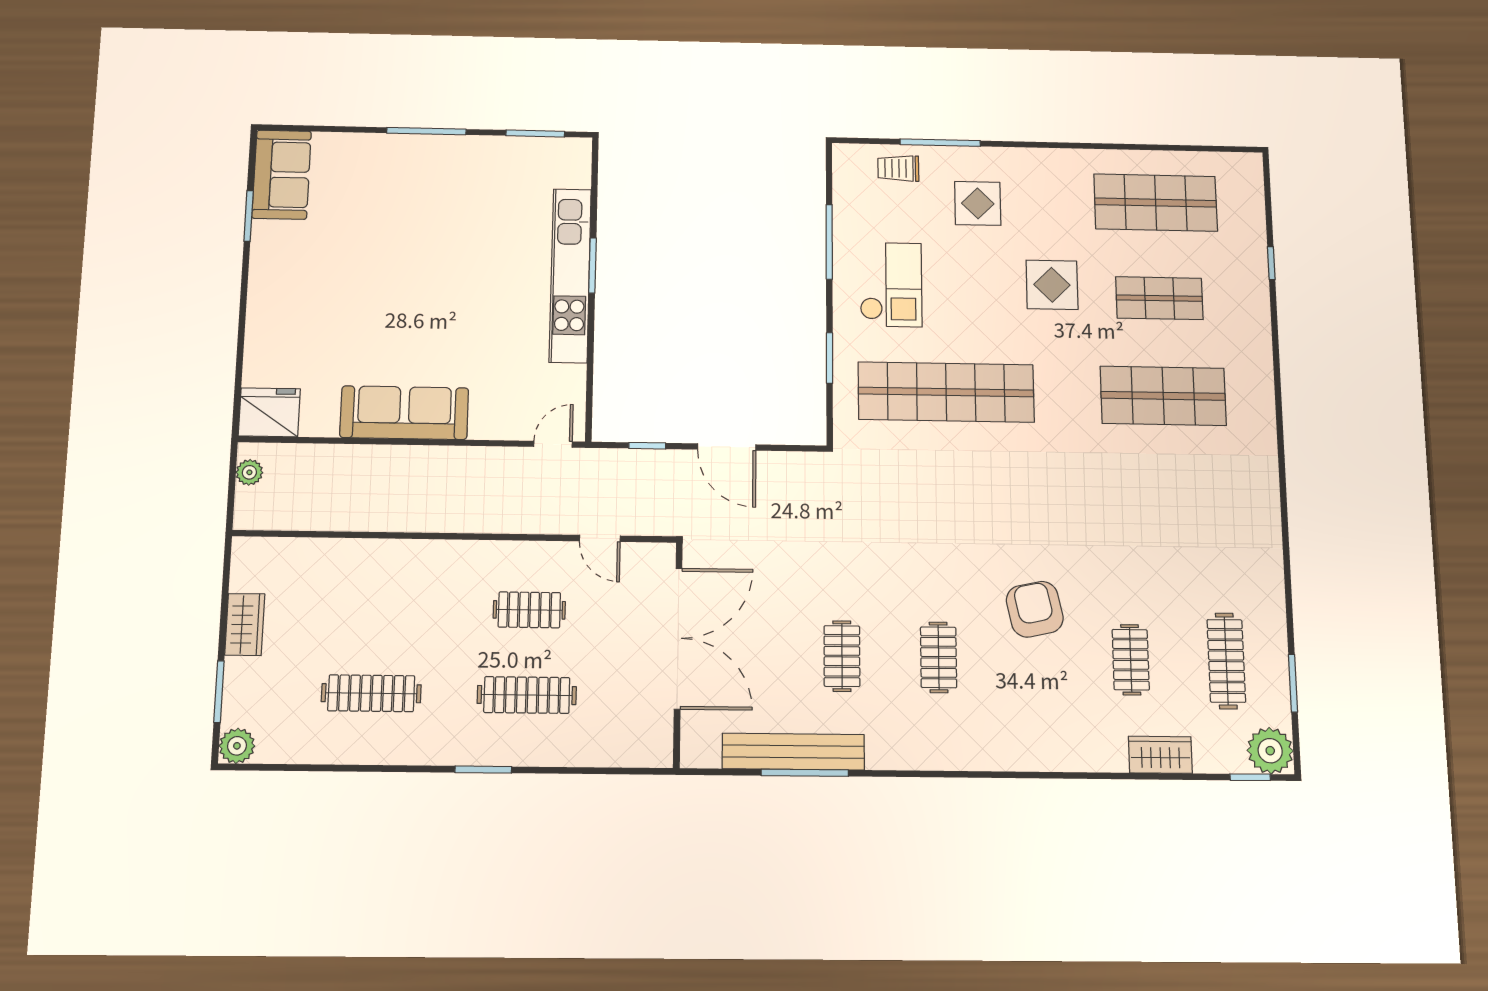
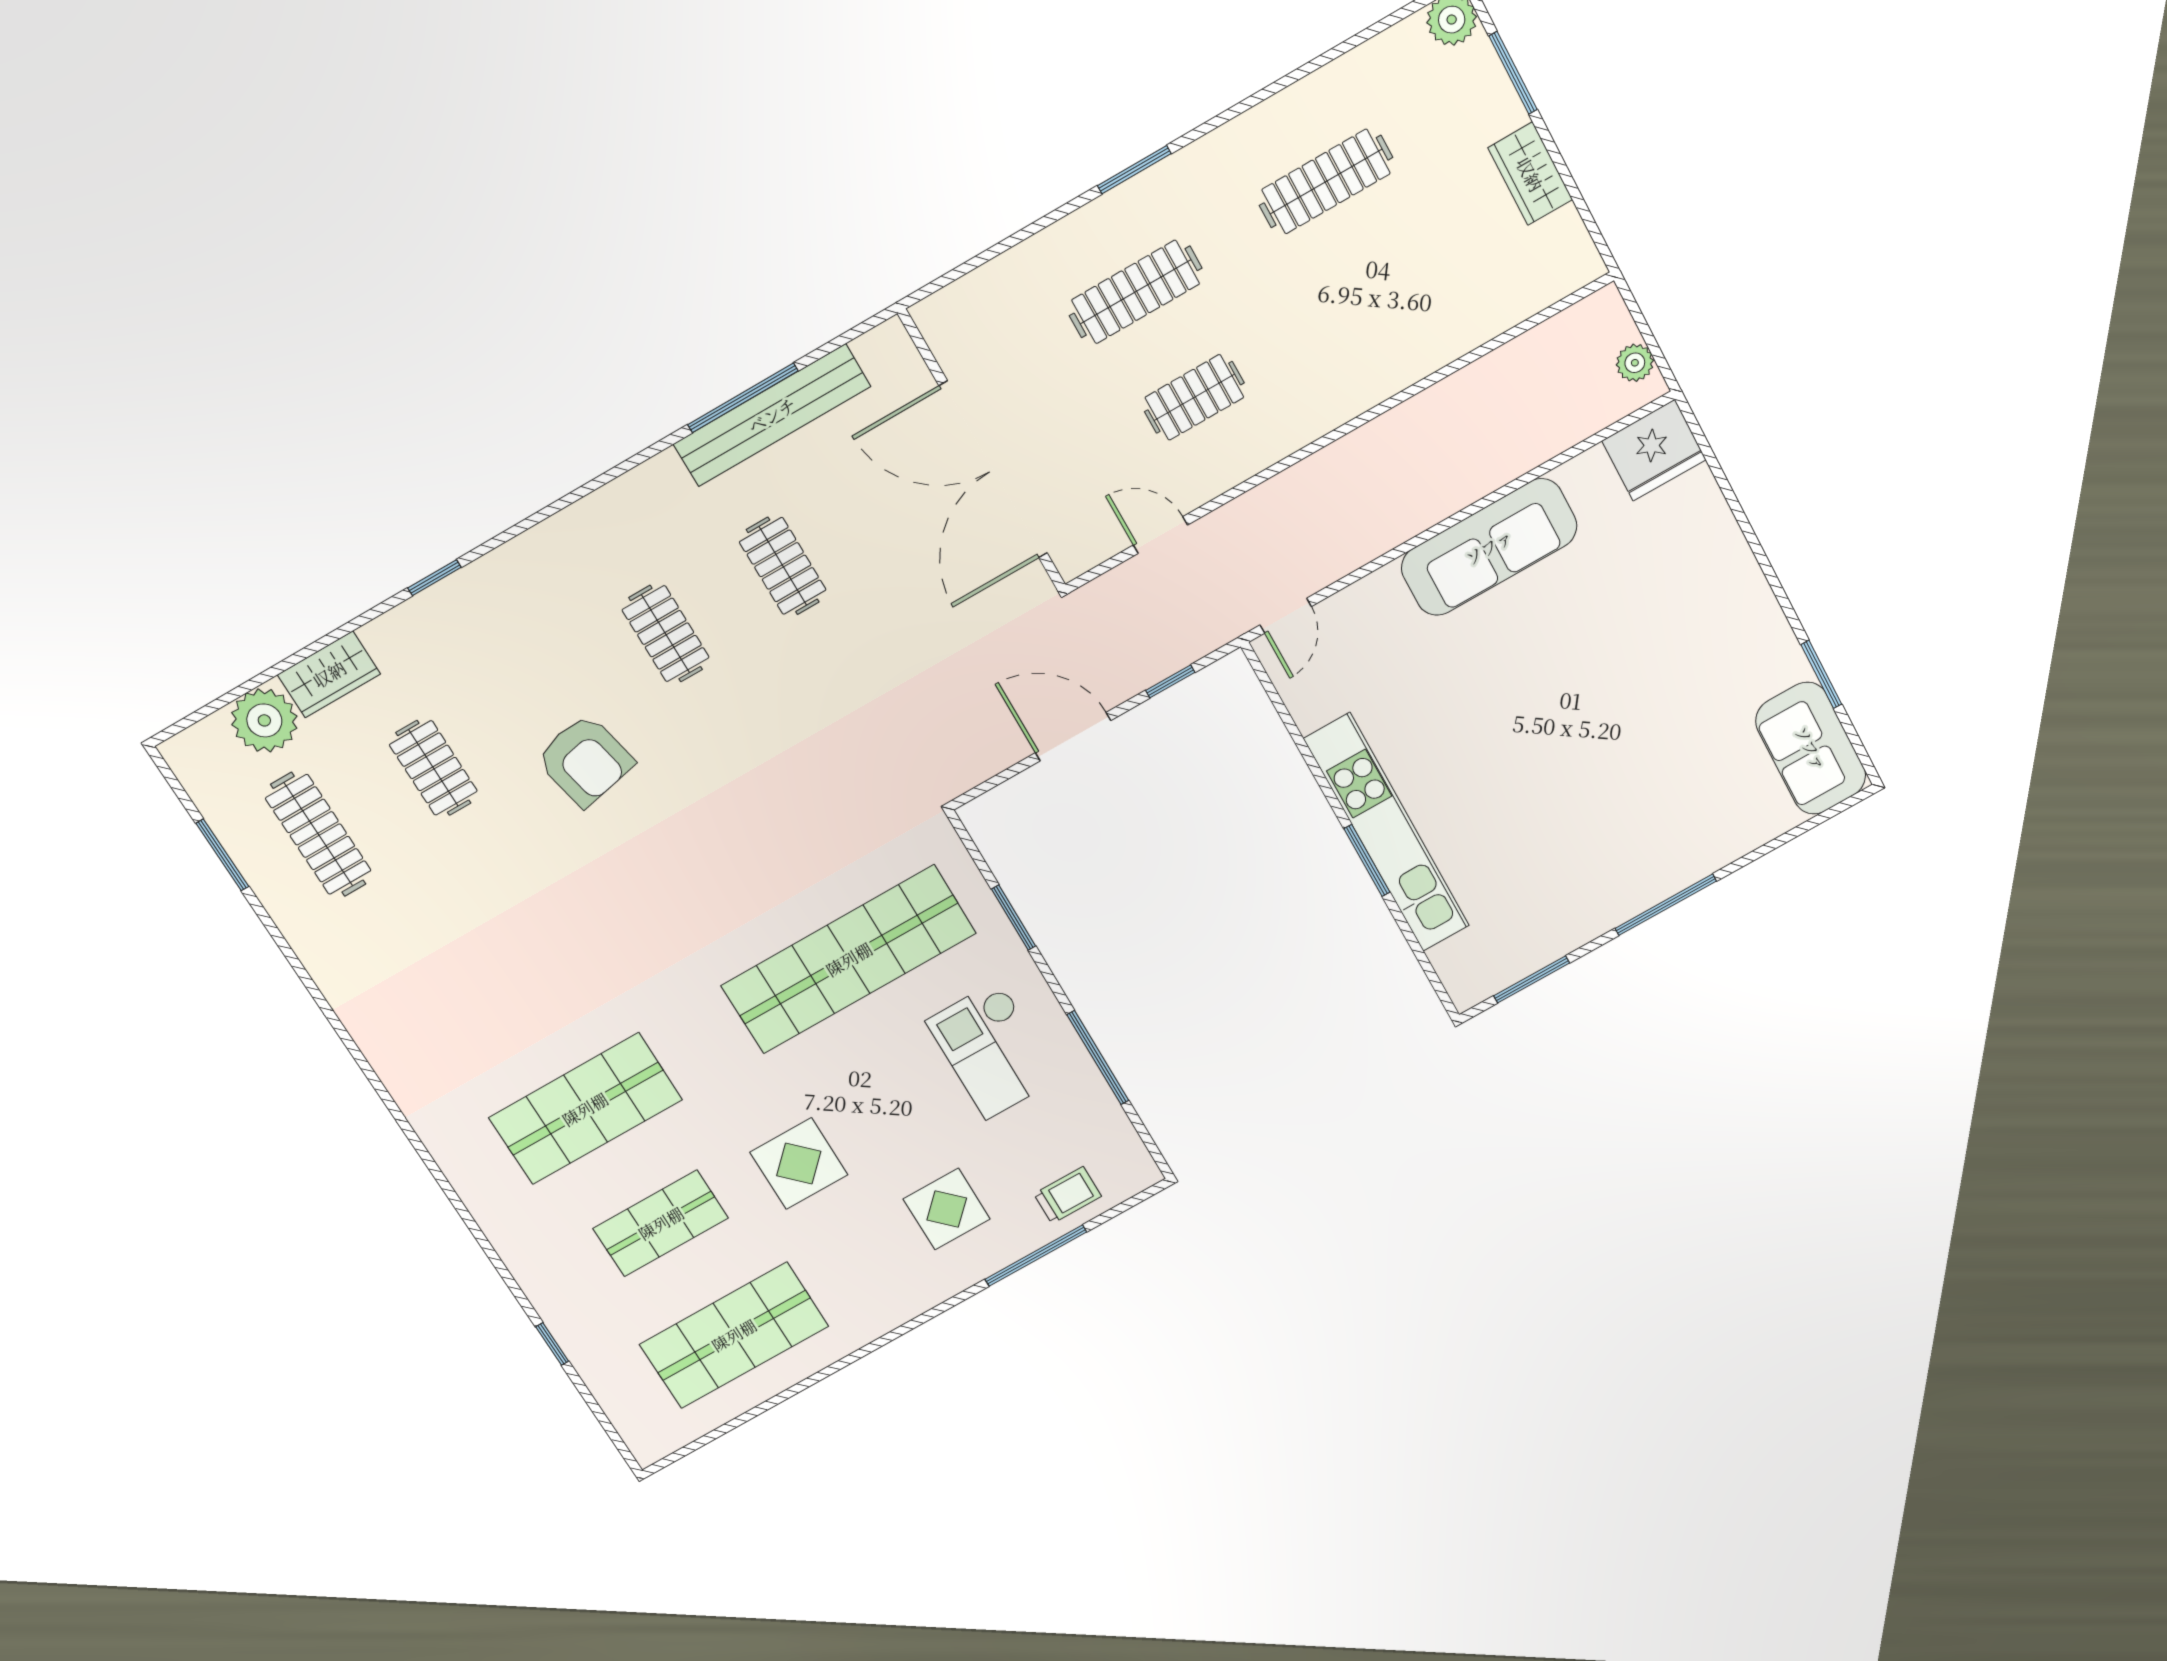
plant: (1270, 751) -> (264, 720), moved
window: (1250, 777) -> (434, 578), moved

